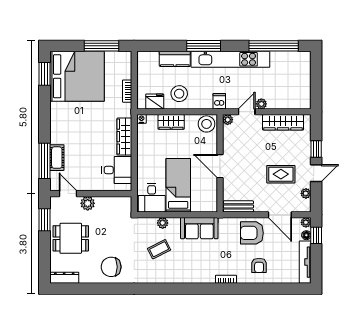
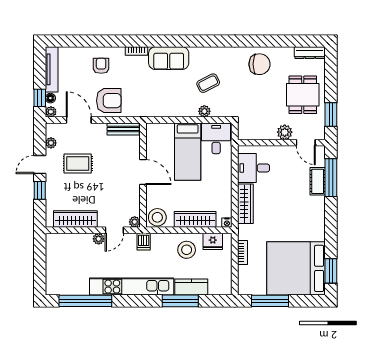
window: (204, 46) -> (180, 301), moved
wardrobe: (171, 122) -> (195, 219), width x1.50
sofa: (199, 228) -> (169, 58), moved, turned 180
dining table: (71, 238) -> (303, 95), turned 90

